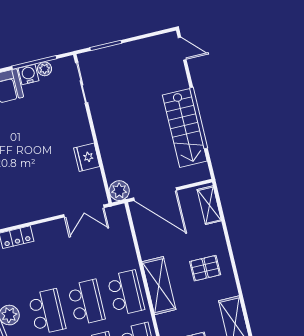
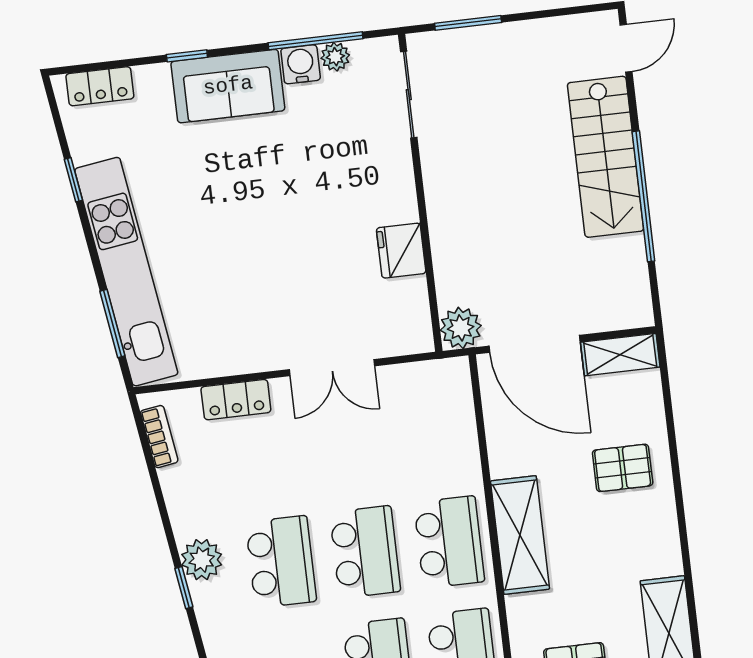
door: (182, 49) -> (626, 48), hinge flipped
stairs: (185, 128) -> (606, 157), moved
shelving: (209, 205) -> (620, 355), moved, turned 90
double door: (84, 211) -> (332, 368), moved
pallet: (205, 268) -> (623, 468), moved

